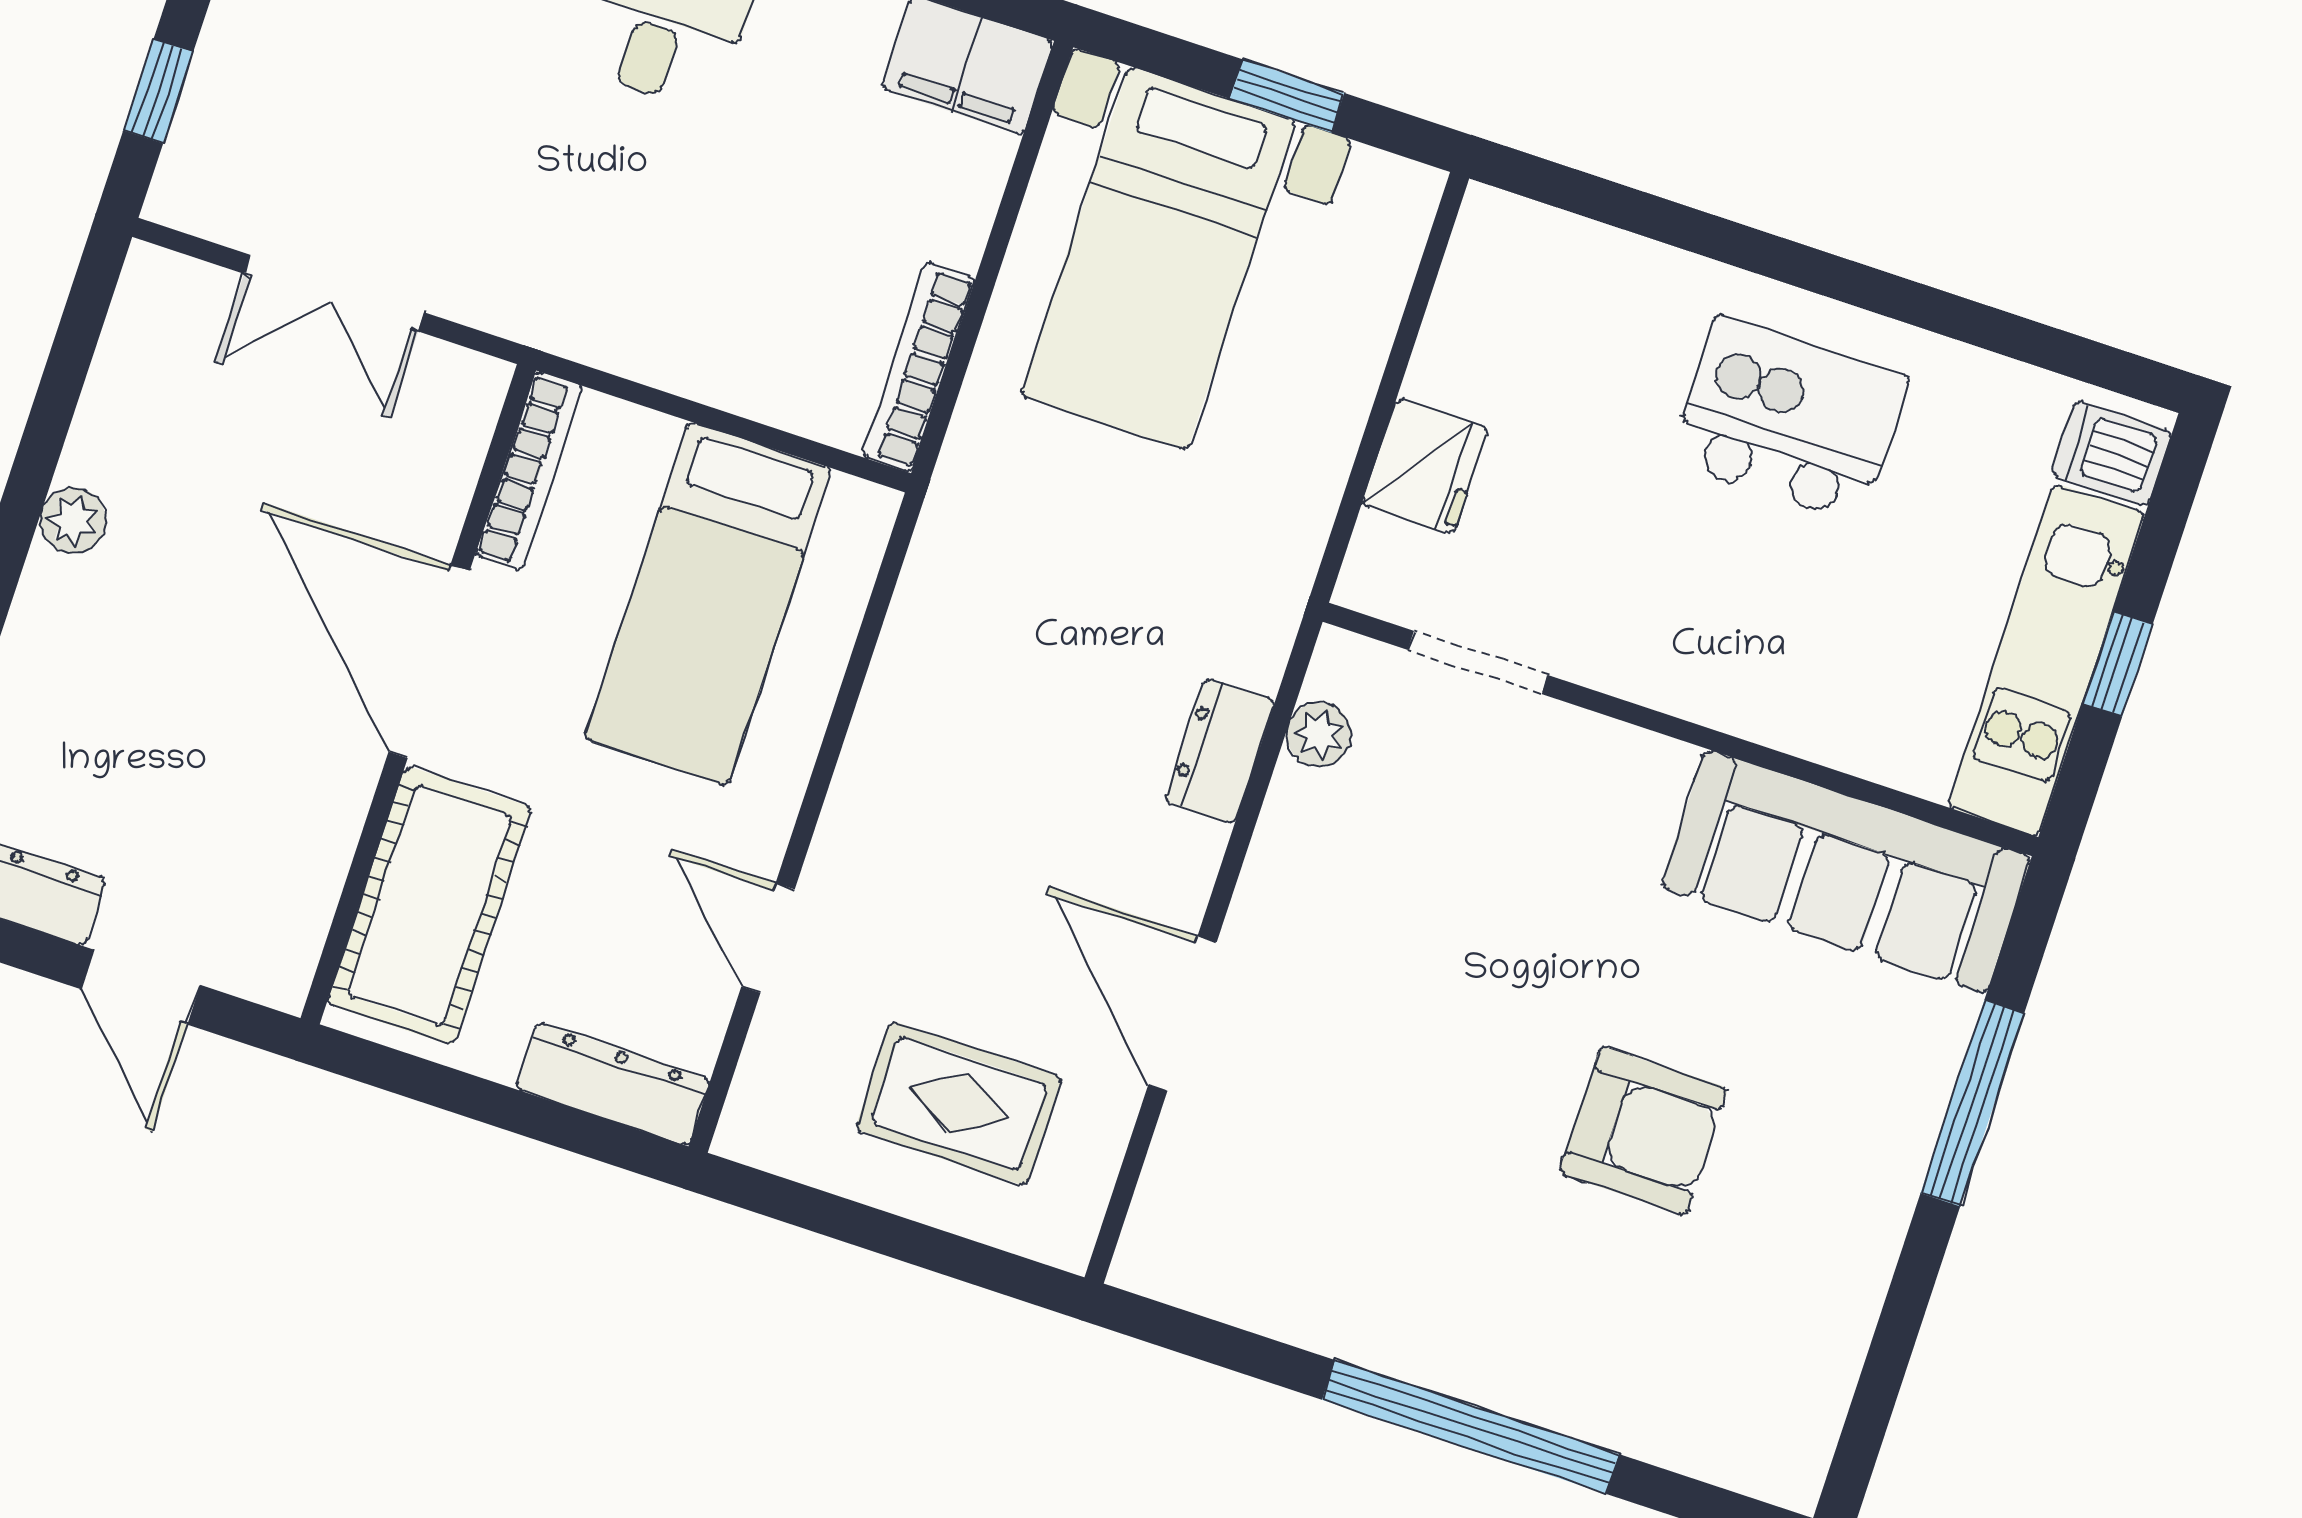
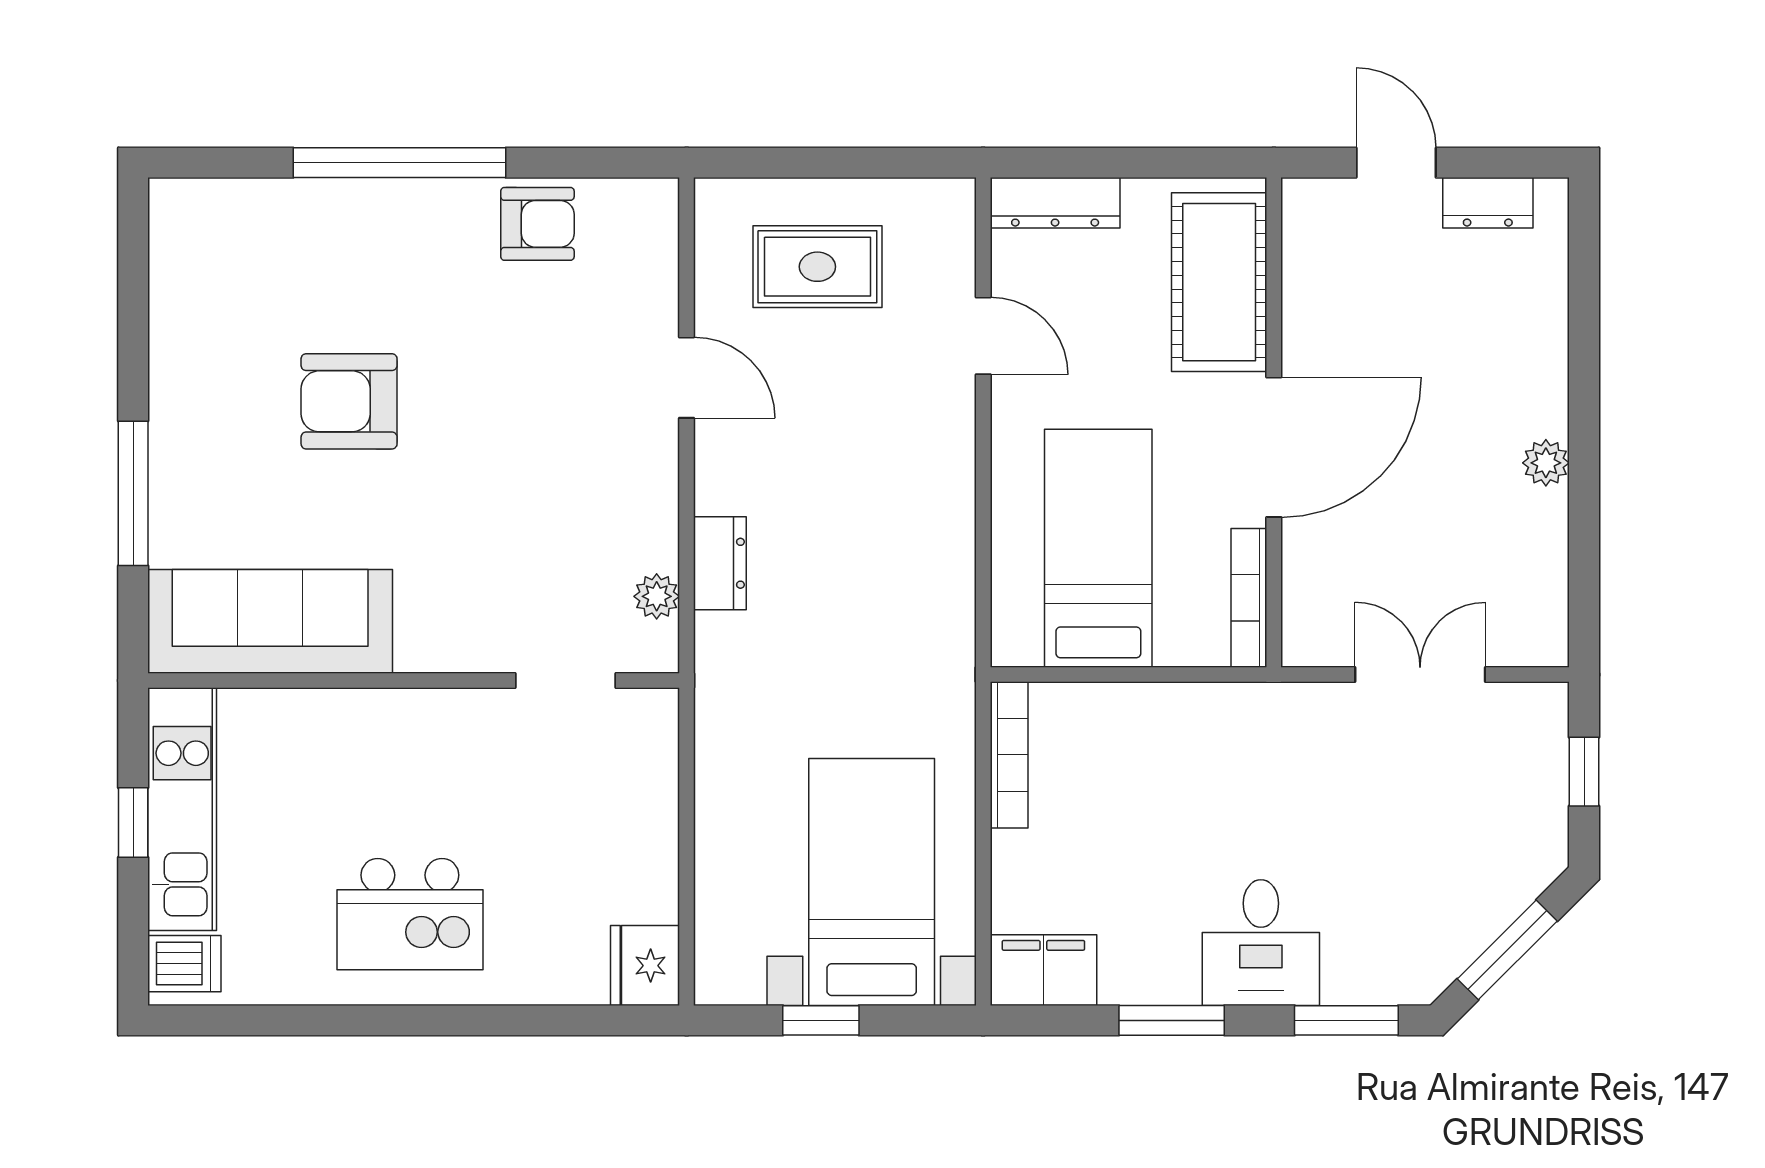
fridge: (1425, 466) -> (645, 966), moved
door: (429, 661) -> (1274, 447), hinge flipped
door: (1182, 1013) -> (687, 378), width x0.73
armchair: (1314, 1284) -> (537, 224), added

